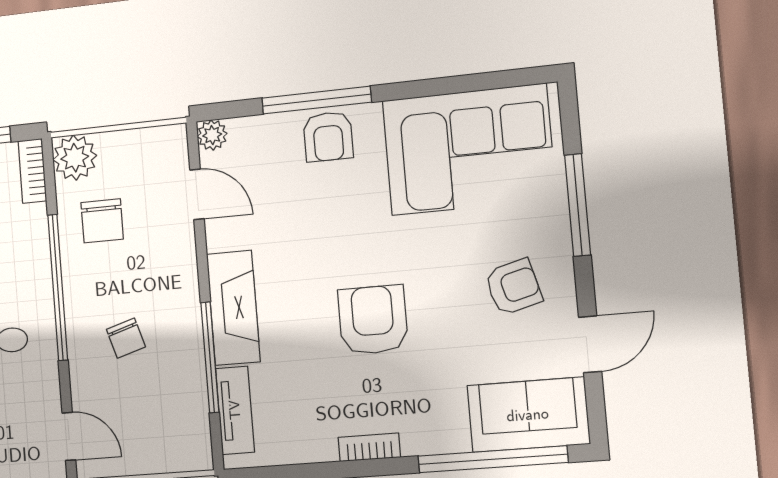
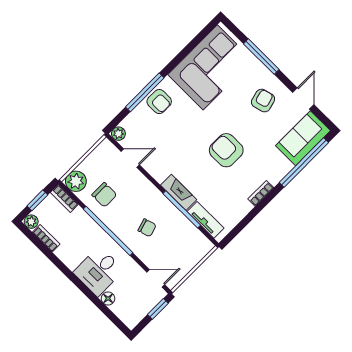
fireplace: (233, 308) -> (179, 192), width x0.73, depth x0.76

